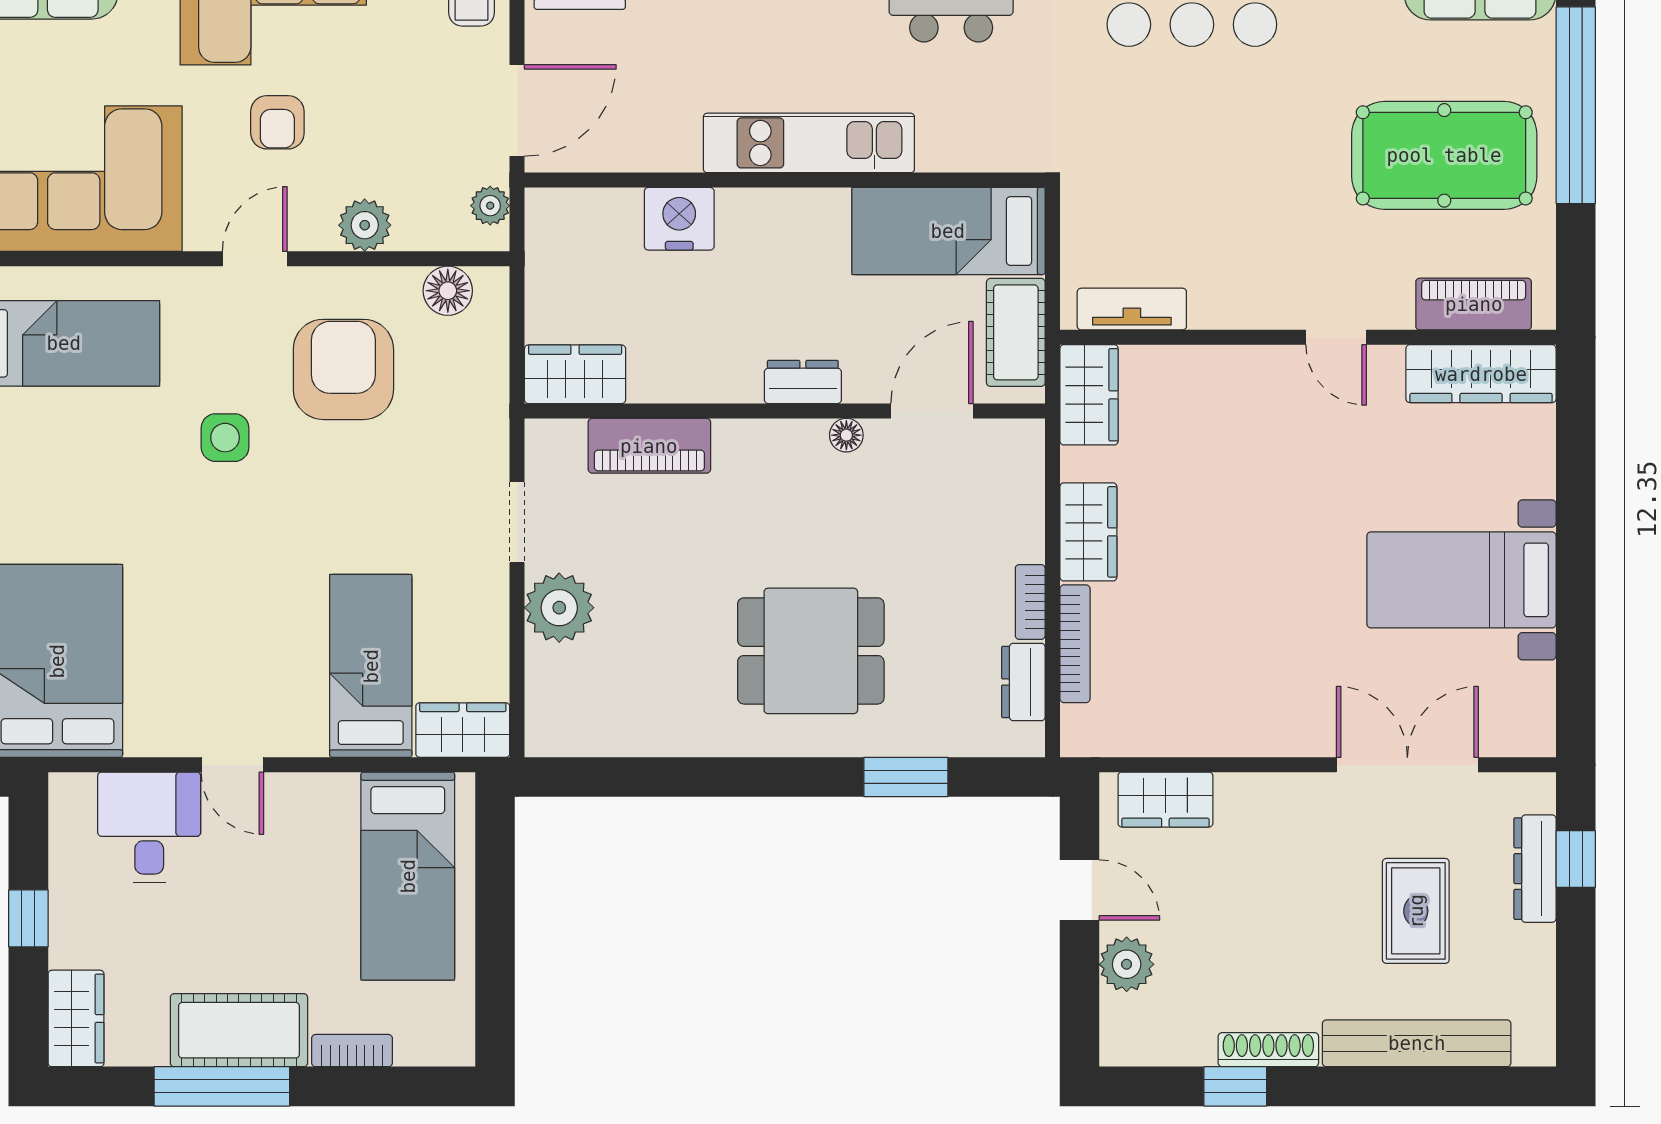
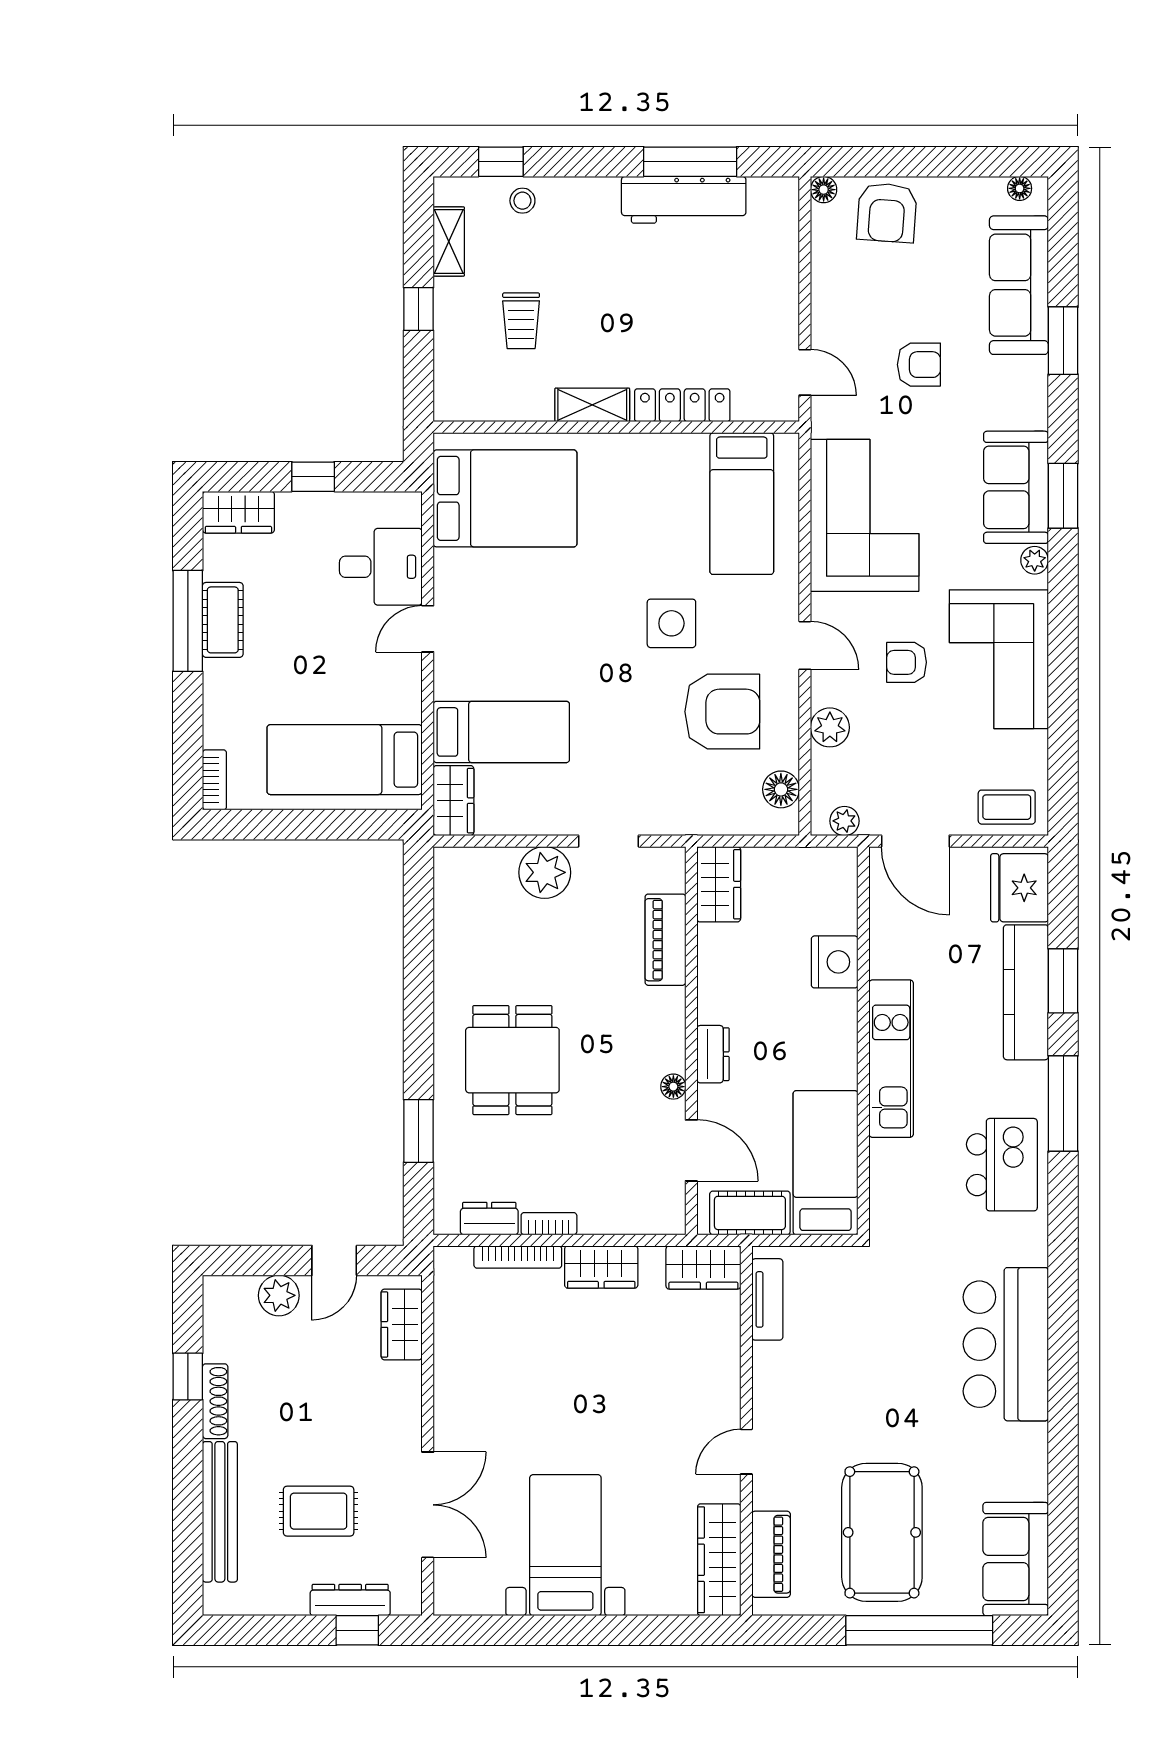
side table: (225, 438) -> (671, 623), width x1.37, depth x1.37
cot: (239, 1030) -> (223, 620), width x0.73, depth x0.75
bookcase: (352, 1051) -> (214, 780), moved

